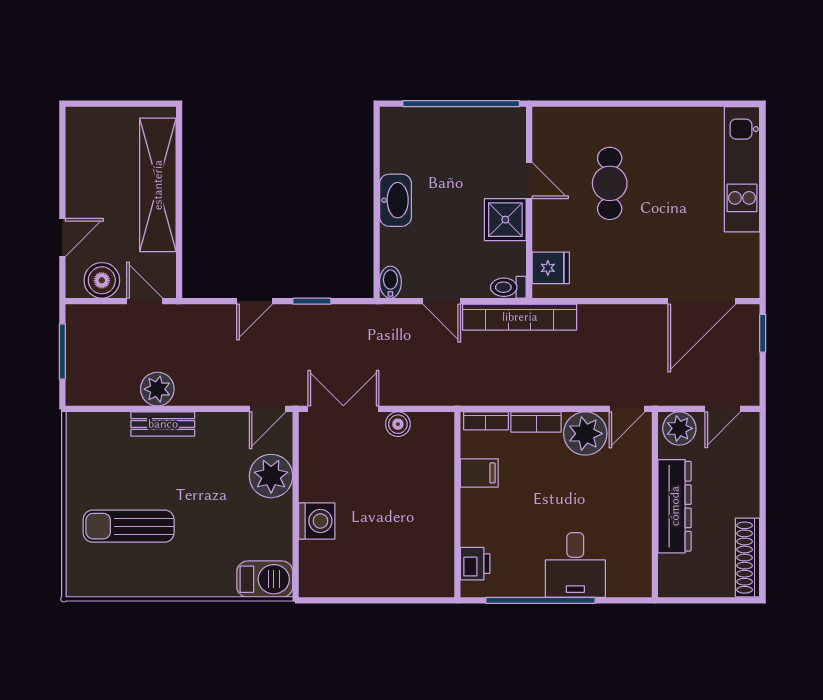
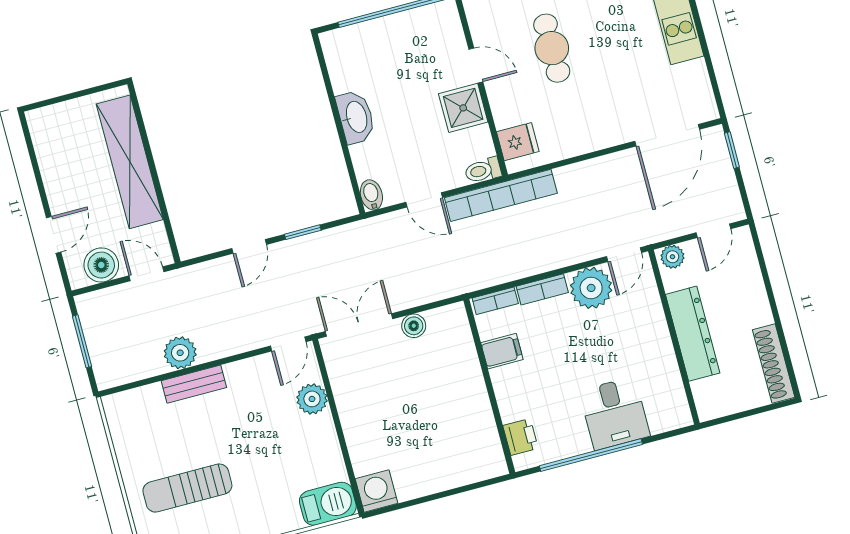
plant: (679, 428) -> (672, 257), width x0.73, depth x0.73
plant: (271, 476) -> (312, 399), width x0.73, depth x0.73
washing machine: (317, 521) -> (377, 491), moved, turned -90

